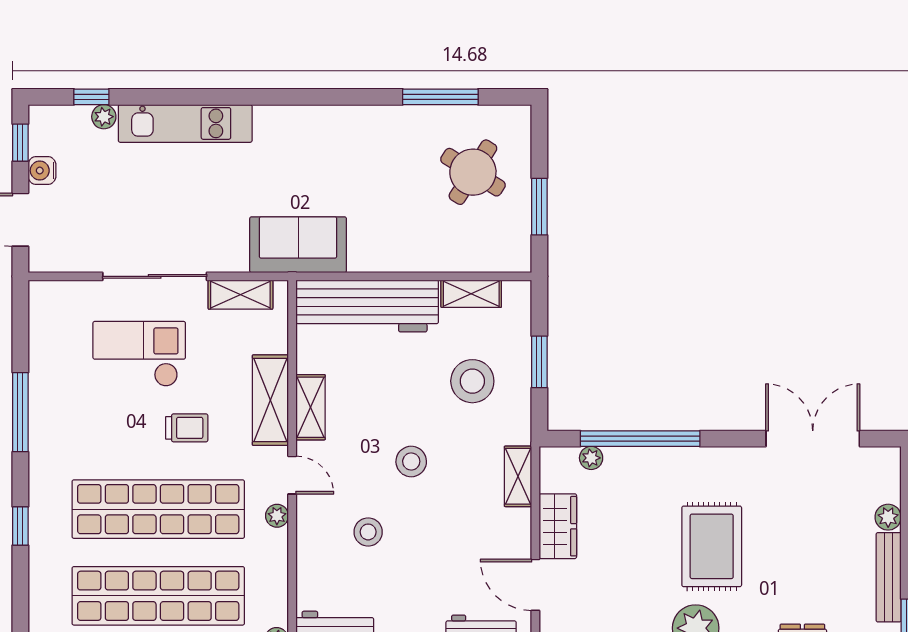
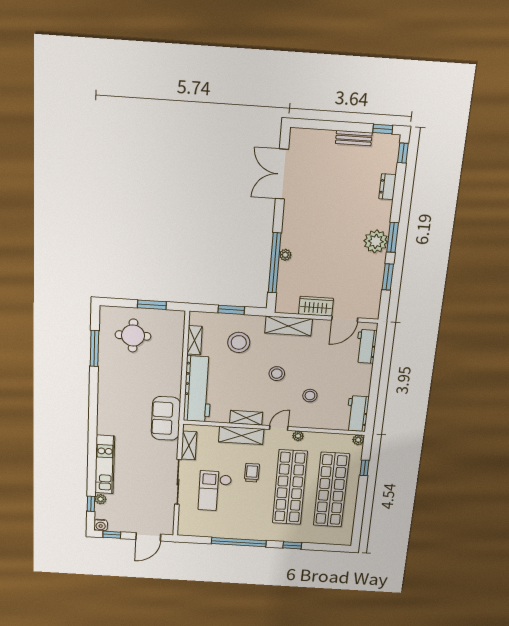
water cooler: (42, 171) -> (101, 525), moved
round table: (473, 172) -> (133, 335), turned -32
window: (20, 412) -> (239, 542), width x1.46
plant: (591, 458) -> (285, 255), moved
shelving: (518, 476) -> (289, 326), width x1.50, depth x1.33
plant: (888, 517) -> (328, 137), removed
rug: (712, 546) -> (334, 230), removed
bench: (889, 577) -> (354, 138), width x0.73

